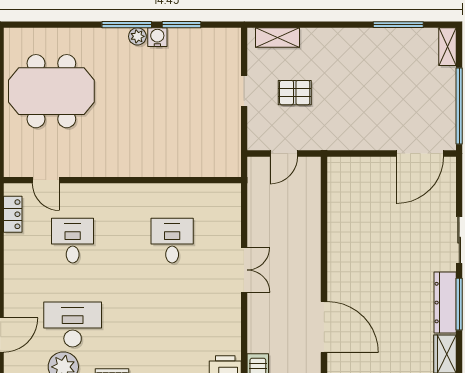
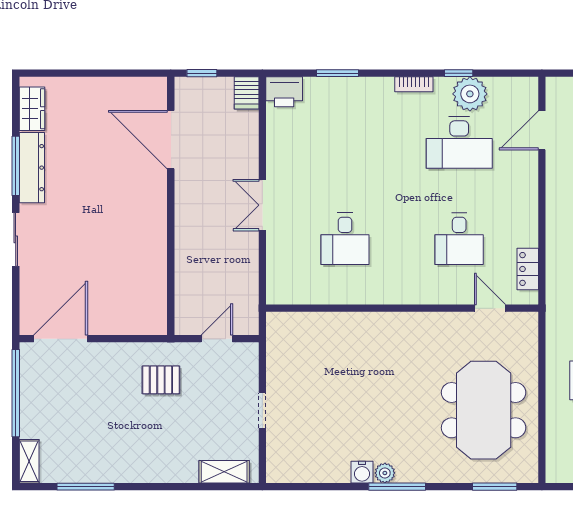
window: (182, 25) -> (495, 487), moved
meeting table: (51, 91) -> (484, 410), turned 90
pallet: (295, 93) -> (161, 380), moved

